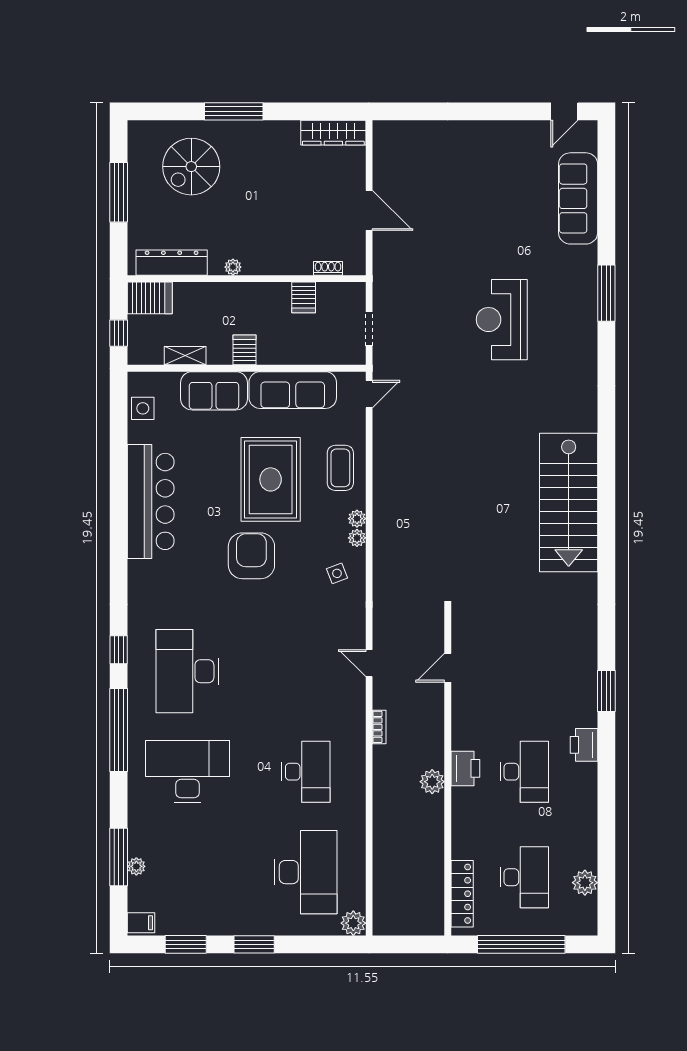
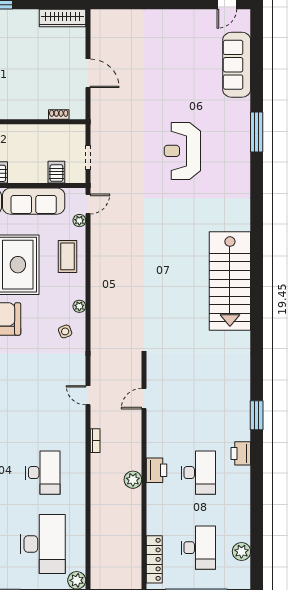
server rack: (304, 297) -> (56, 172), moved, turned 180
plant: (357, 519) -> (79, 221), moved

